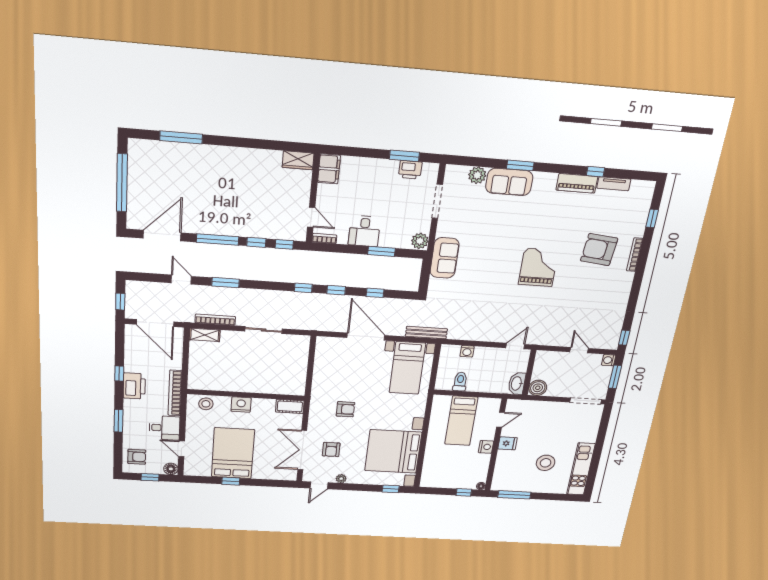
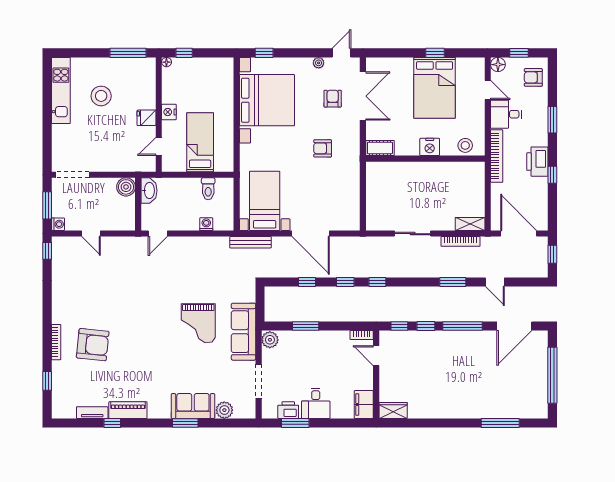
desk: (364, 231) -> (316, 403), moved, turned 180
sofa: (445, 258) -> (244, 332), width x1.36
grand piano: (538, 267) -> (198, 323), moved

